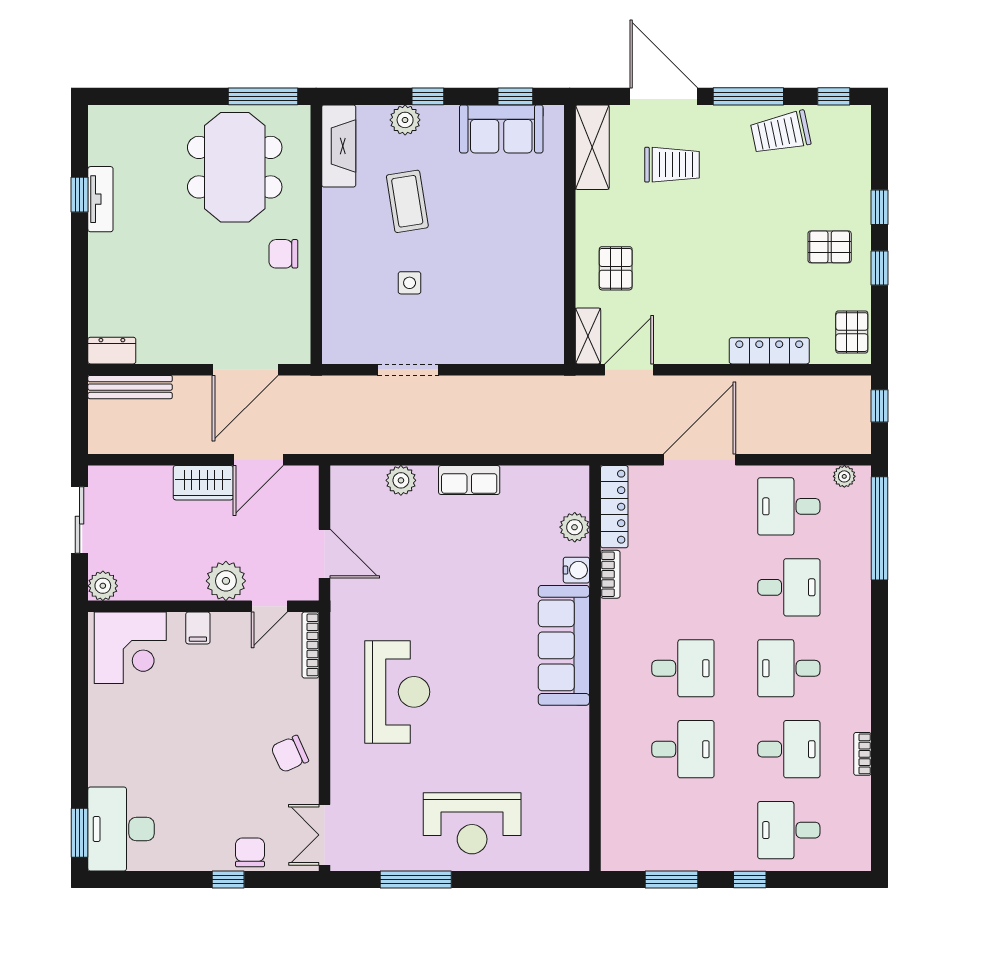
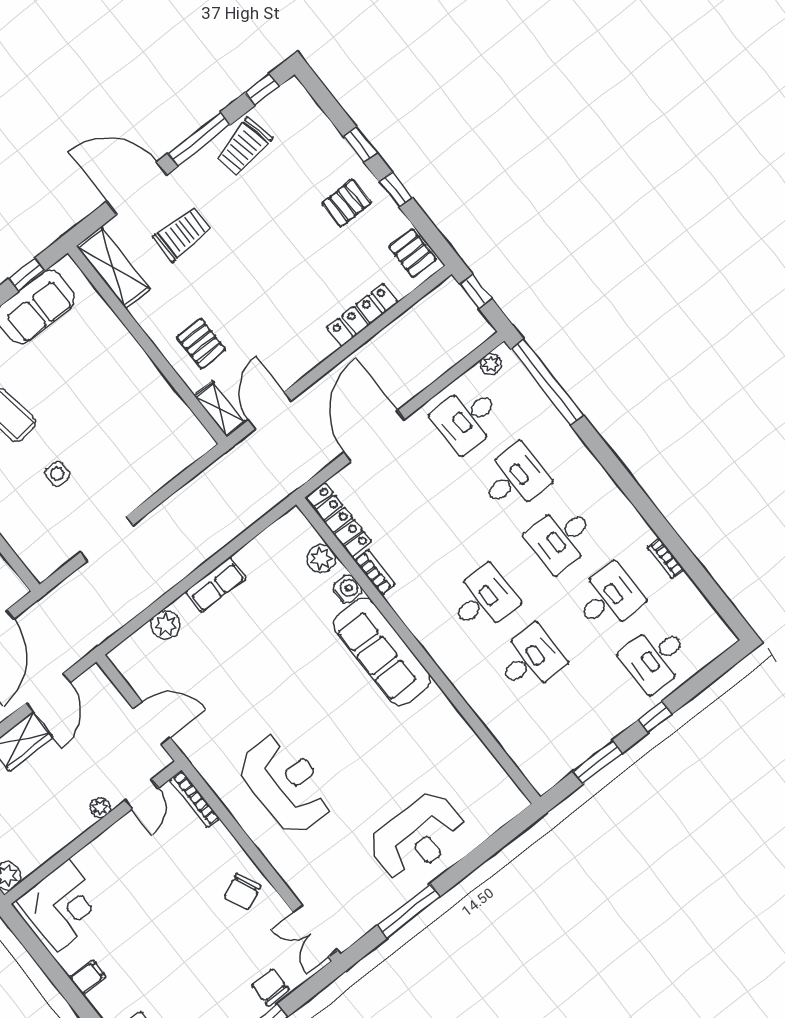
plant: (226, 581) -> (100, 808), width x0.53, depth x0.53
filing cabinet: (198, 628) -> (88, 977), moved, turned -90

